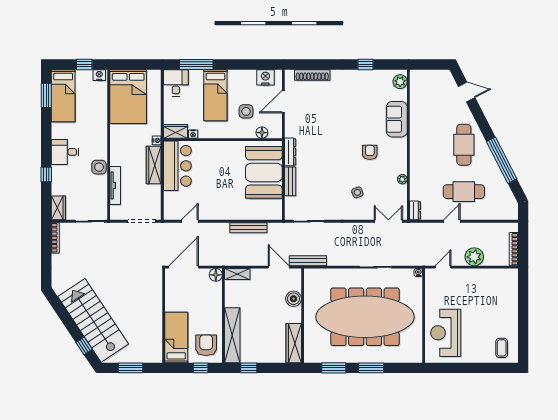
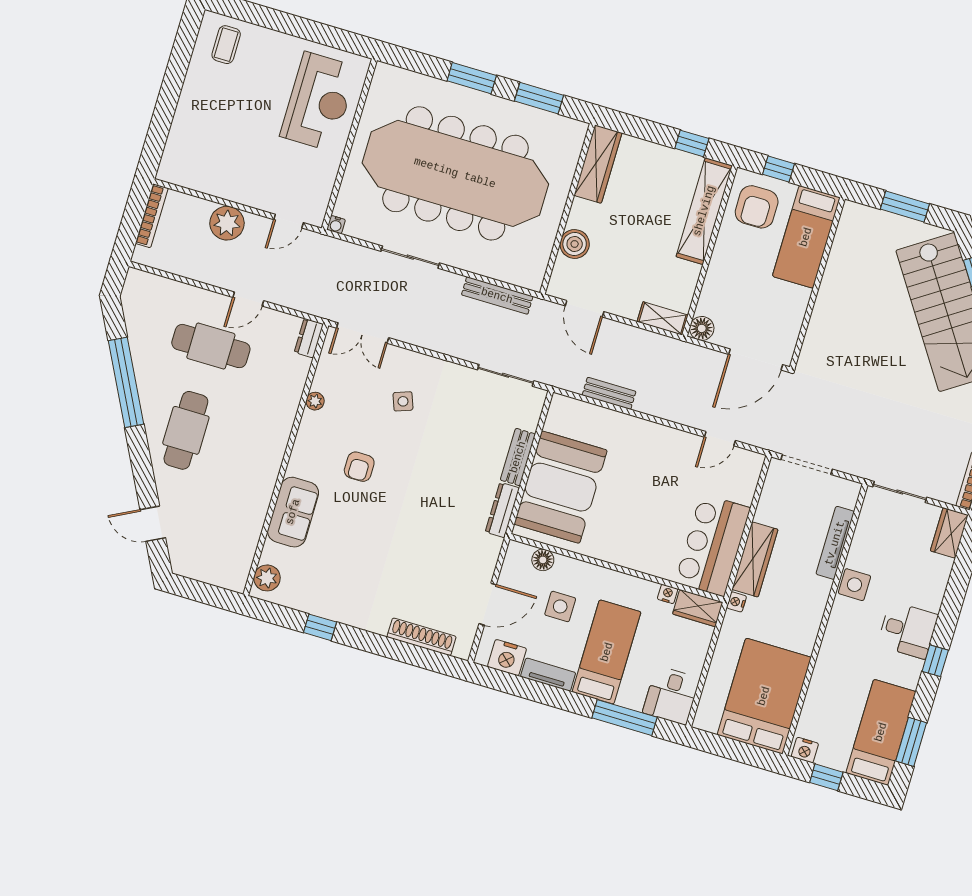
tv unit: (242, 75) -> (548, 675), added
window: (46, 174) -> (935, 661), moved
bench: (248, 228) -> (609, 393), width x0.73
bench: (308, 261) -> (497, 296), moved

